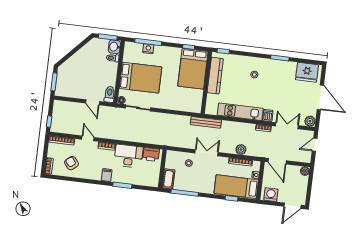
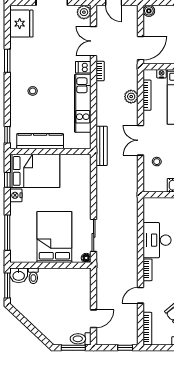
nightstand: (148, 49) -> (16, 195), moved
toilet: (110, 94) -> (81, 339), moved
door: (93, 102) -> (94, 319), moved
printer: (151, 154) -> (151, 211), removed

